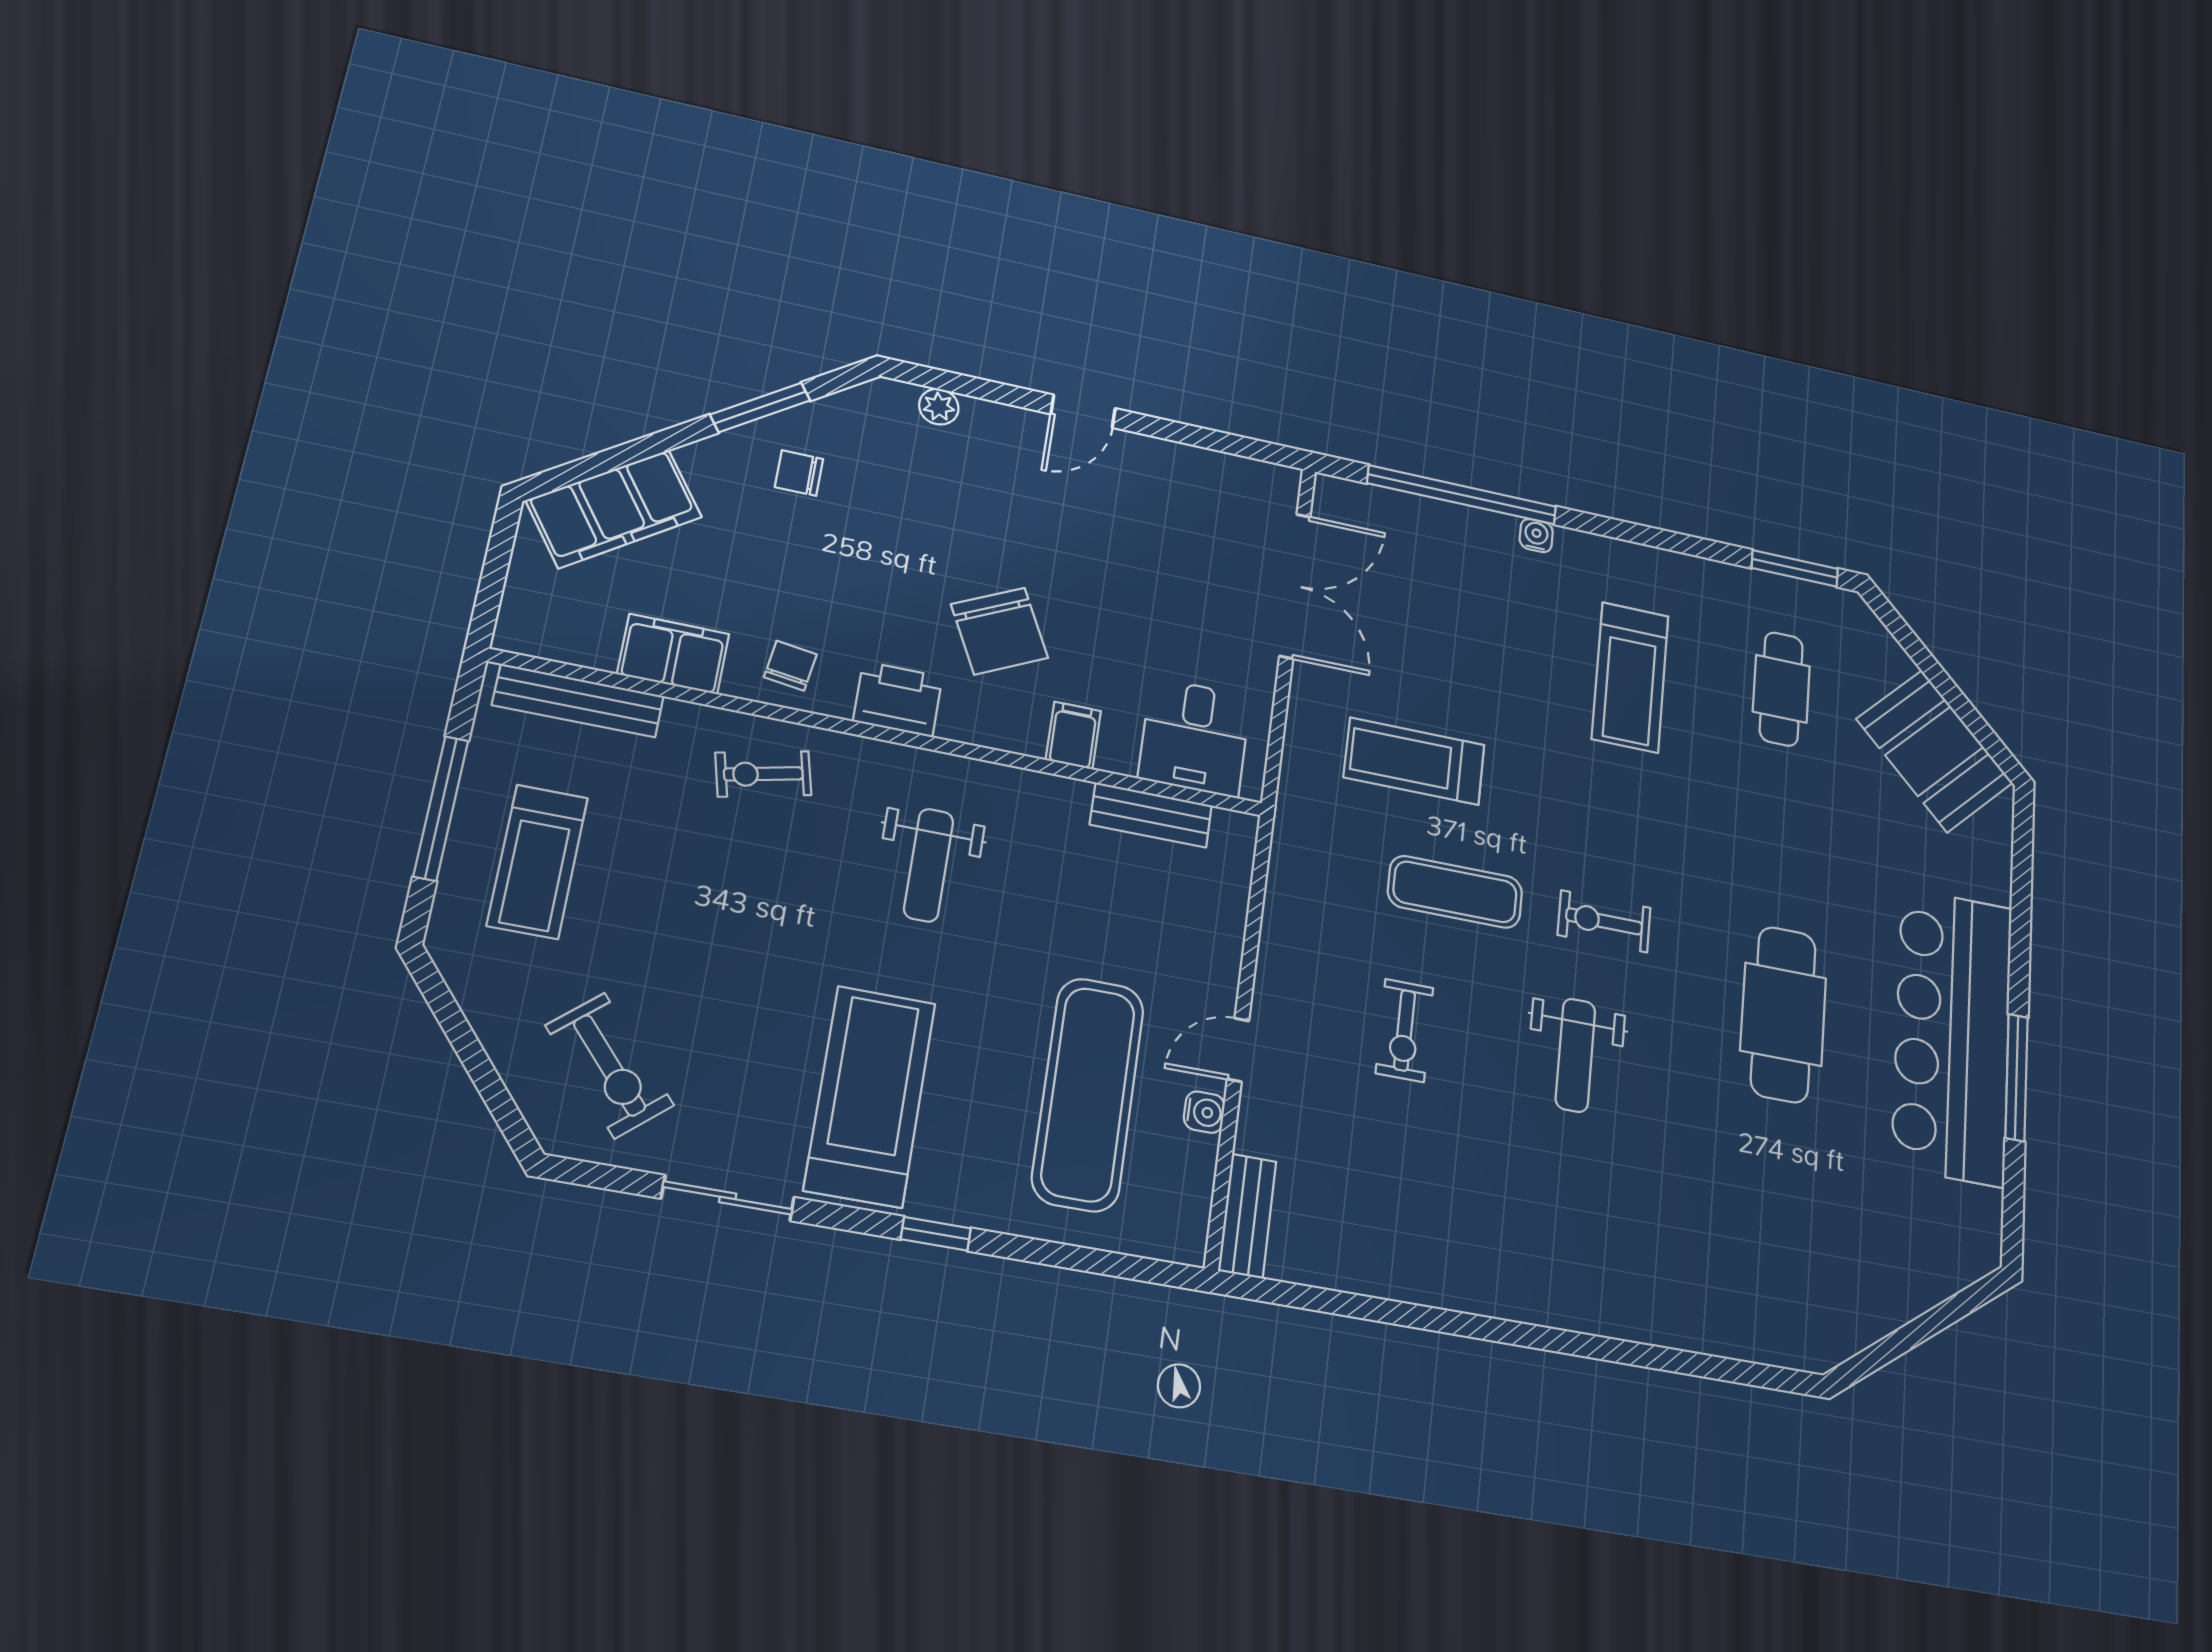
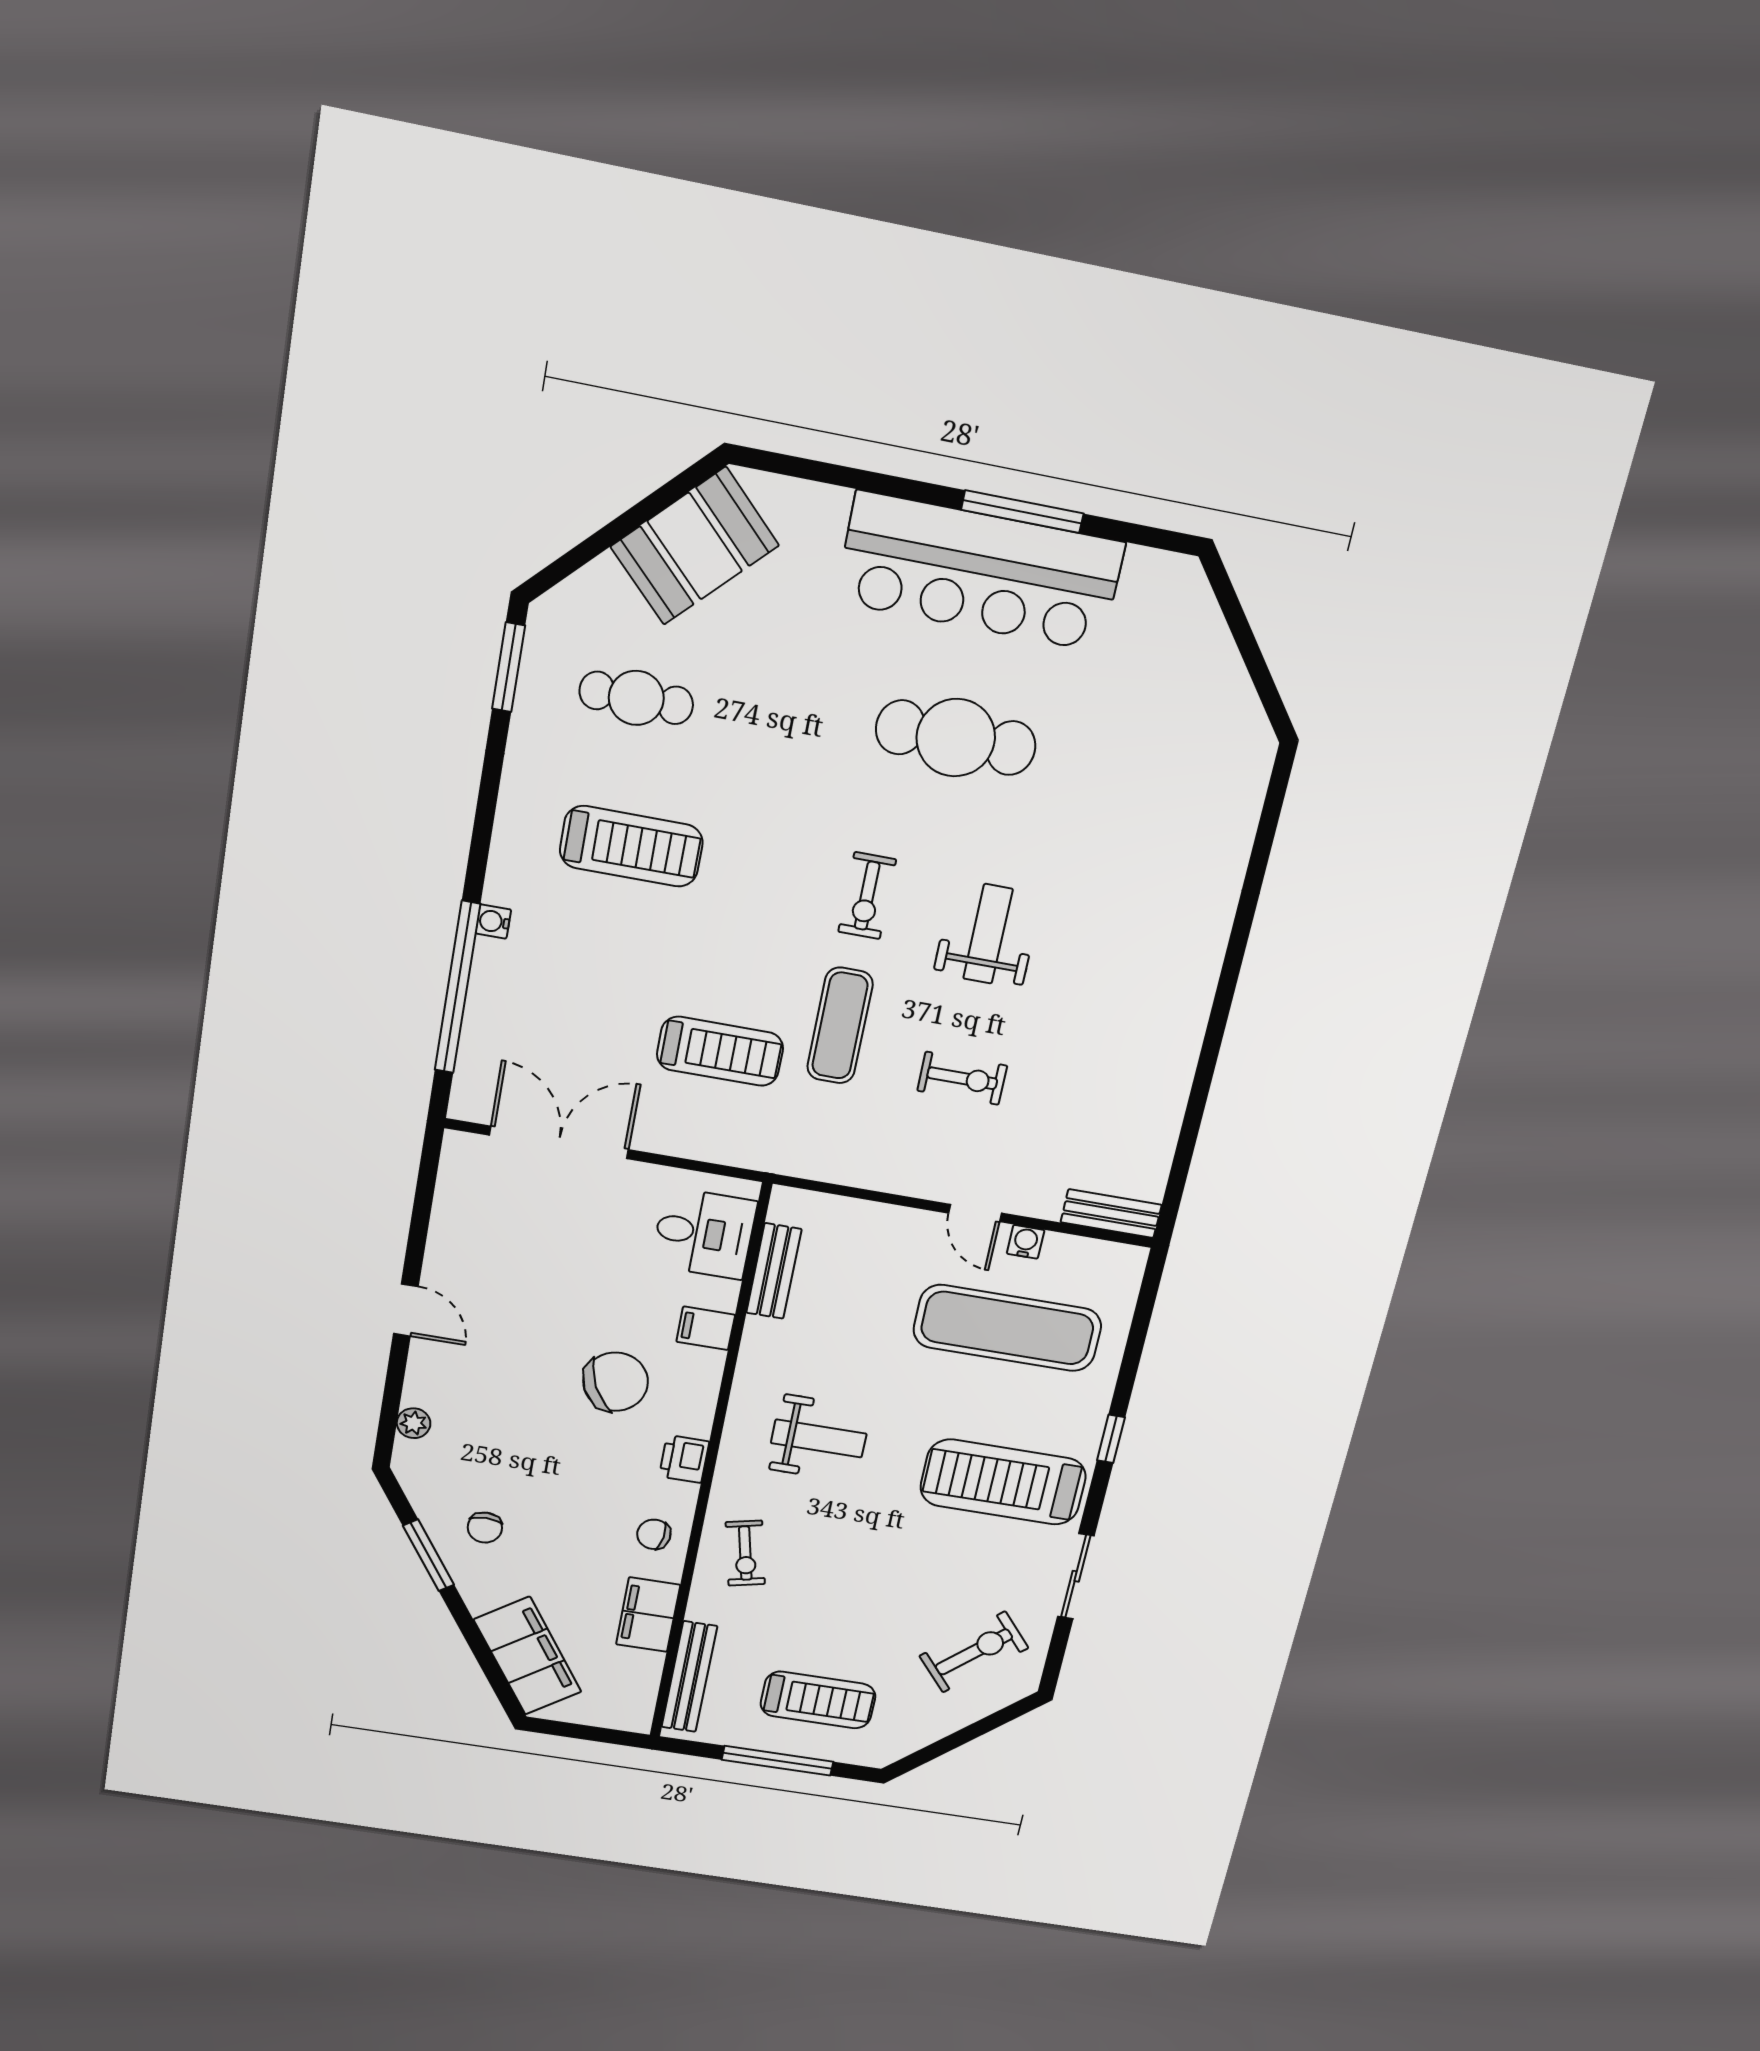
printer: (898, 699) -> (684, 1459), width x0.73, depth x0.81
treadmill: (1414, 761) -> (720, 1051), turned -90
weight bench: (1575, 1055) -> (988, 934), turned -90

